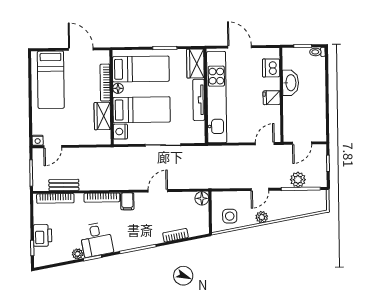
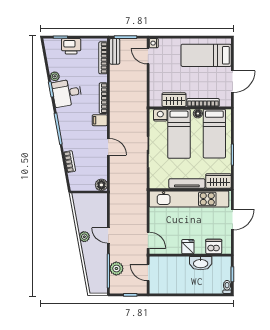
bench: (64, 185) -> (115, 51), moved
side table: (230, 216) -> (86, 209), removed

